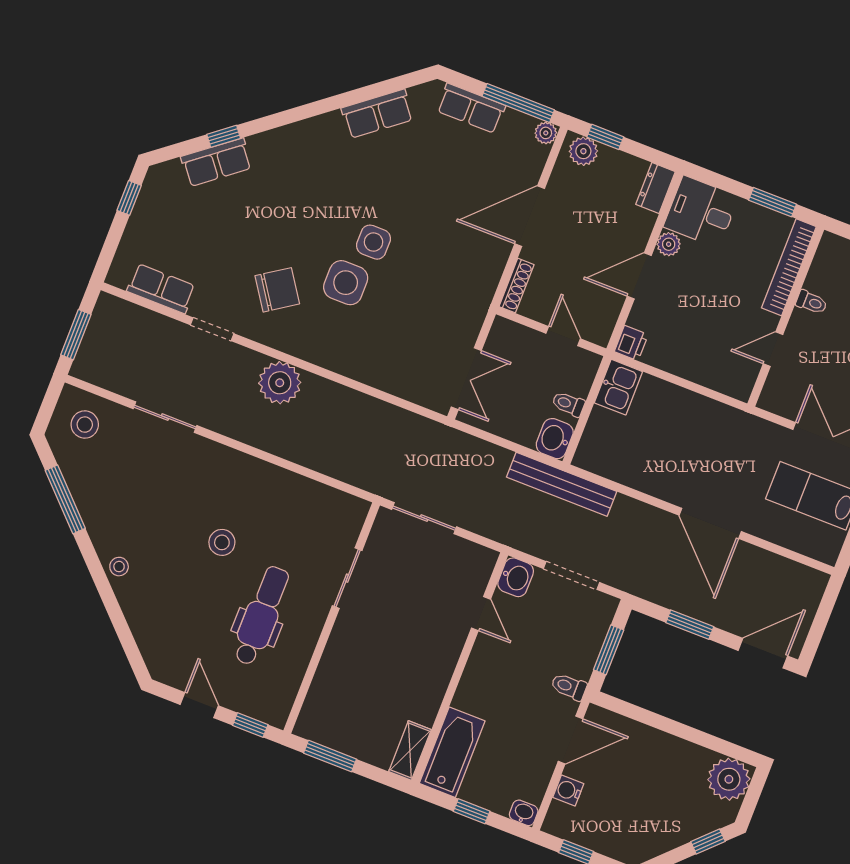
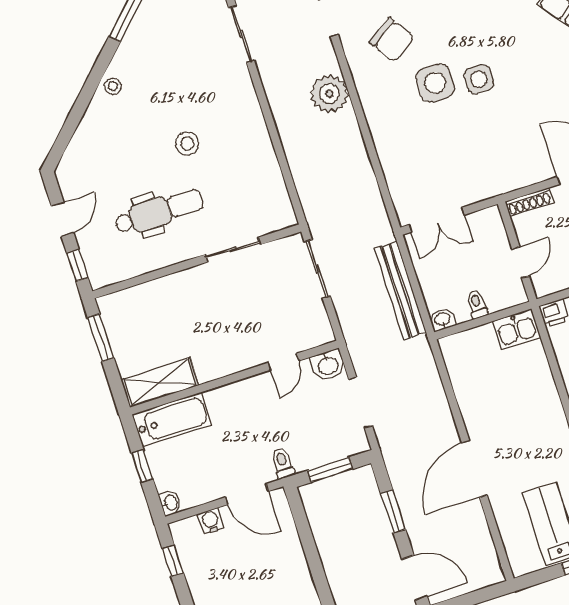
washbasin: (555, 439) -> (442, 320), width x0.72, depth x0.69
bench: (562, 484) -> (400, 291), moved
shelving: (410, 751) -> (160, 382), width x1.50, depth x1.33

